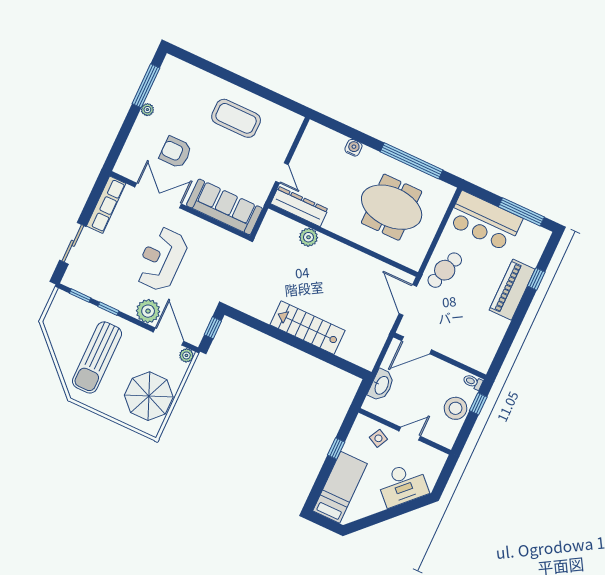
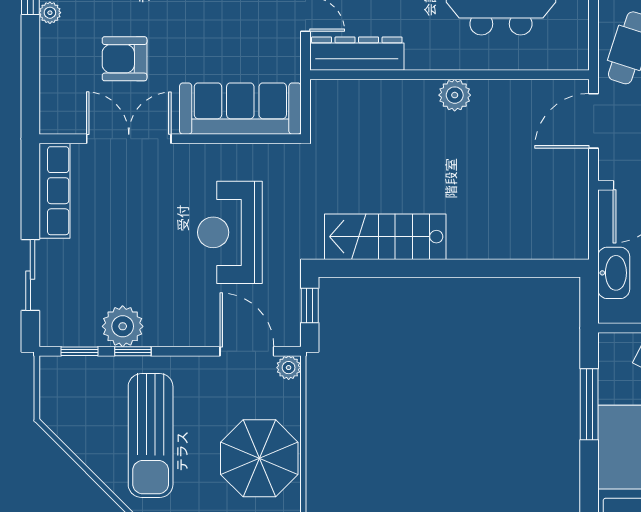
plant: (308, 237) -> (455, 95), moved
reception desk: (161, 259) -> (230, 232), moved
door: (408, 300) -> (594, 121), hinge flipped
plant: (148, 311) -> (123, 326), moved
stairs: (308, 328) -> (385, 237), moved
window: (336, 448) -> (589, 404), width x2.17

